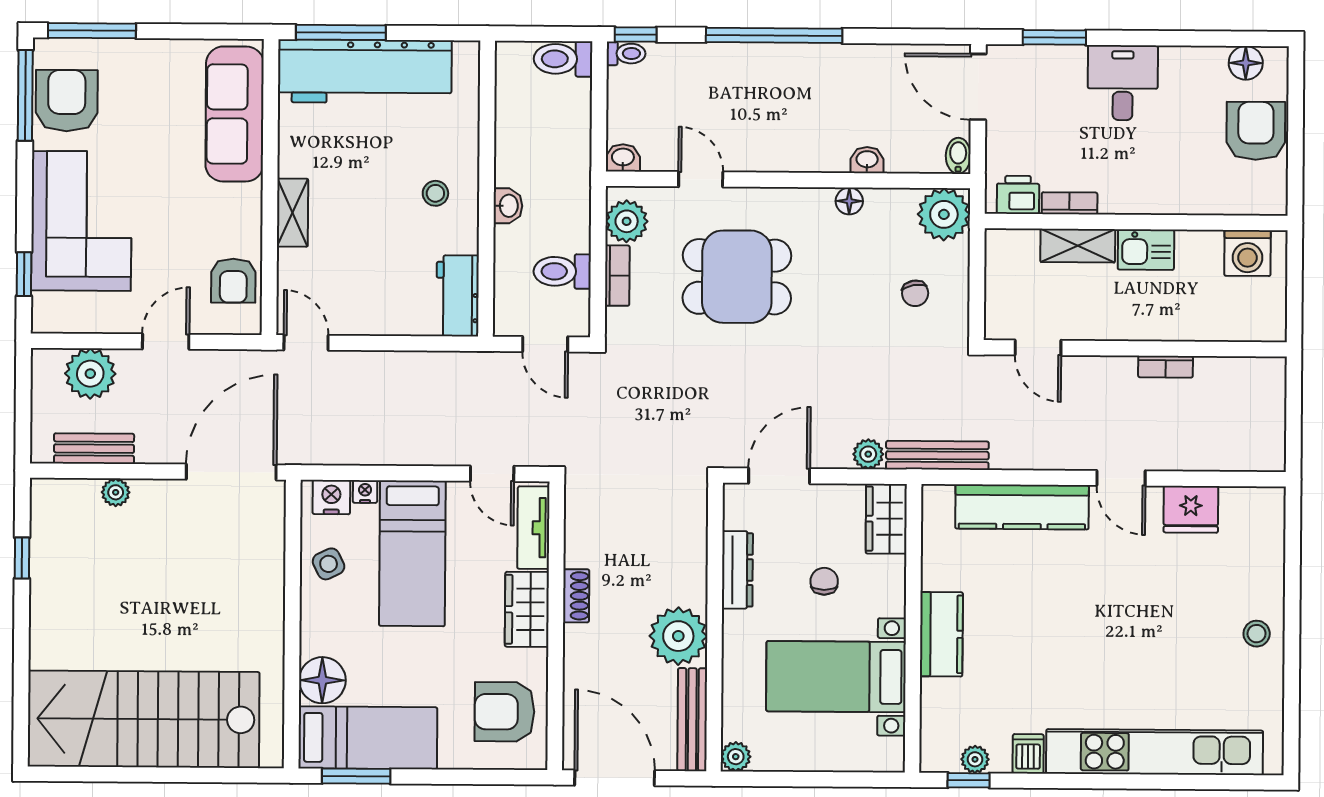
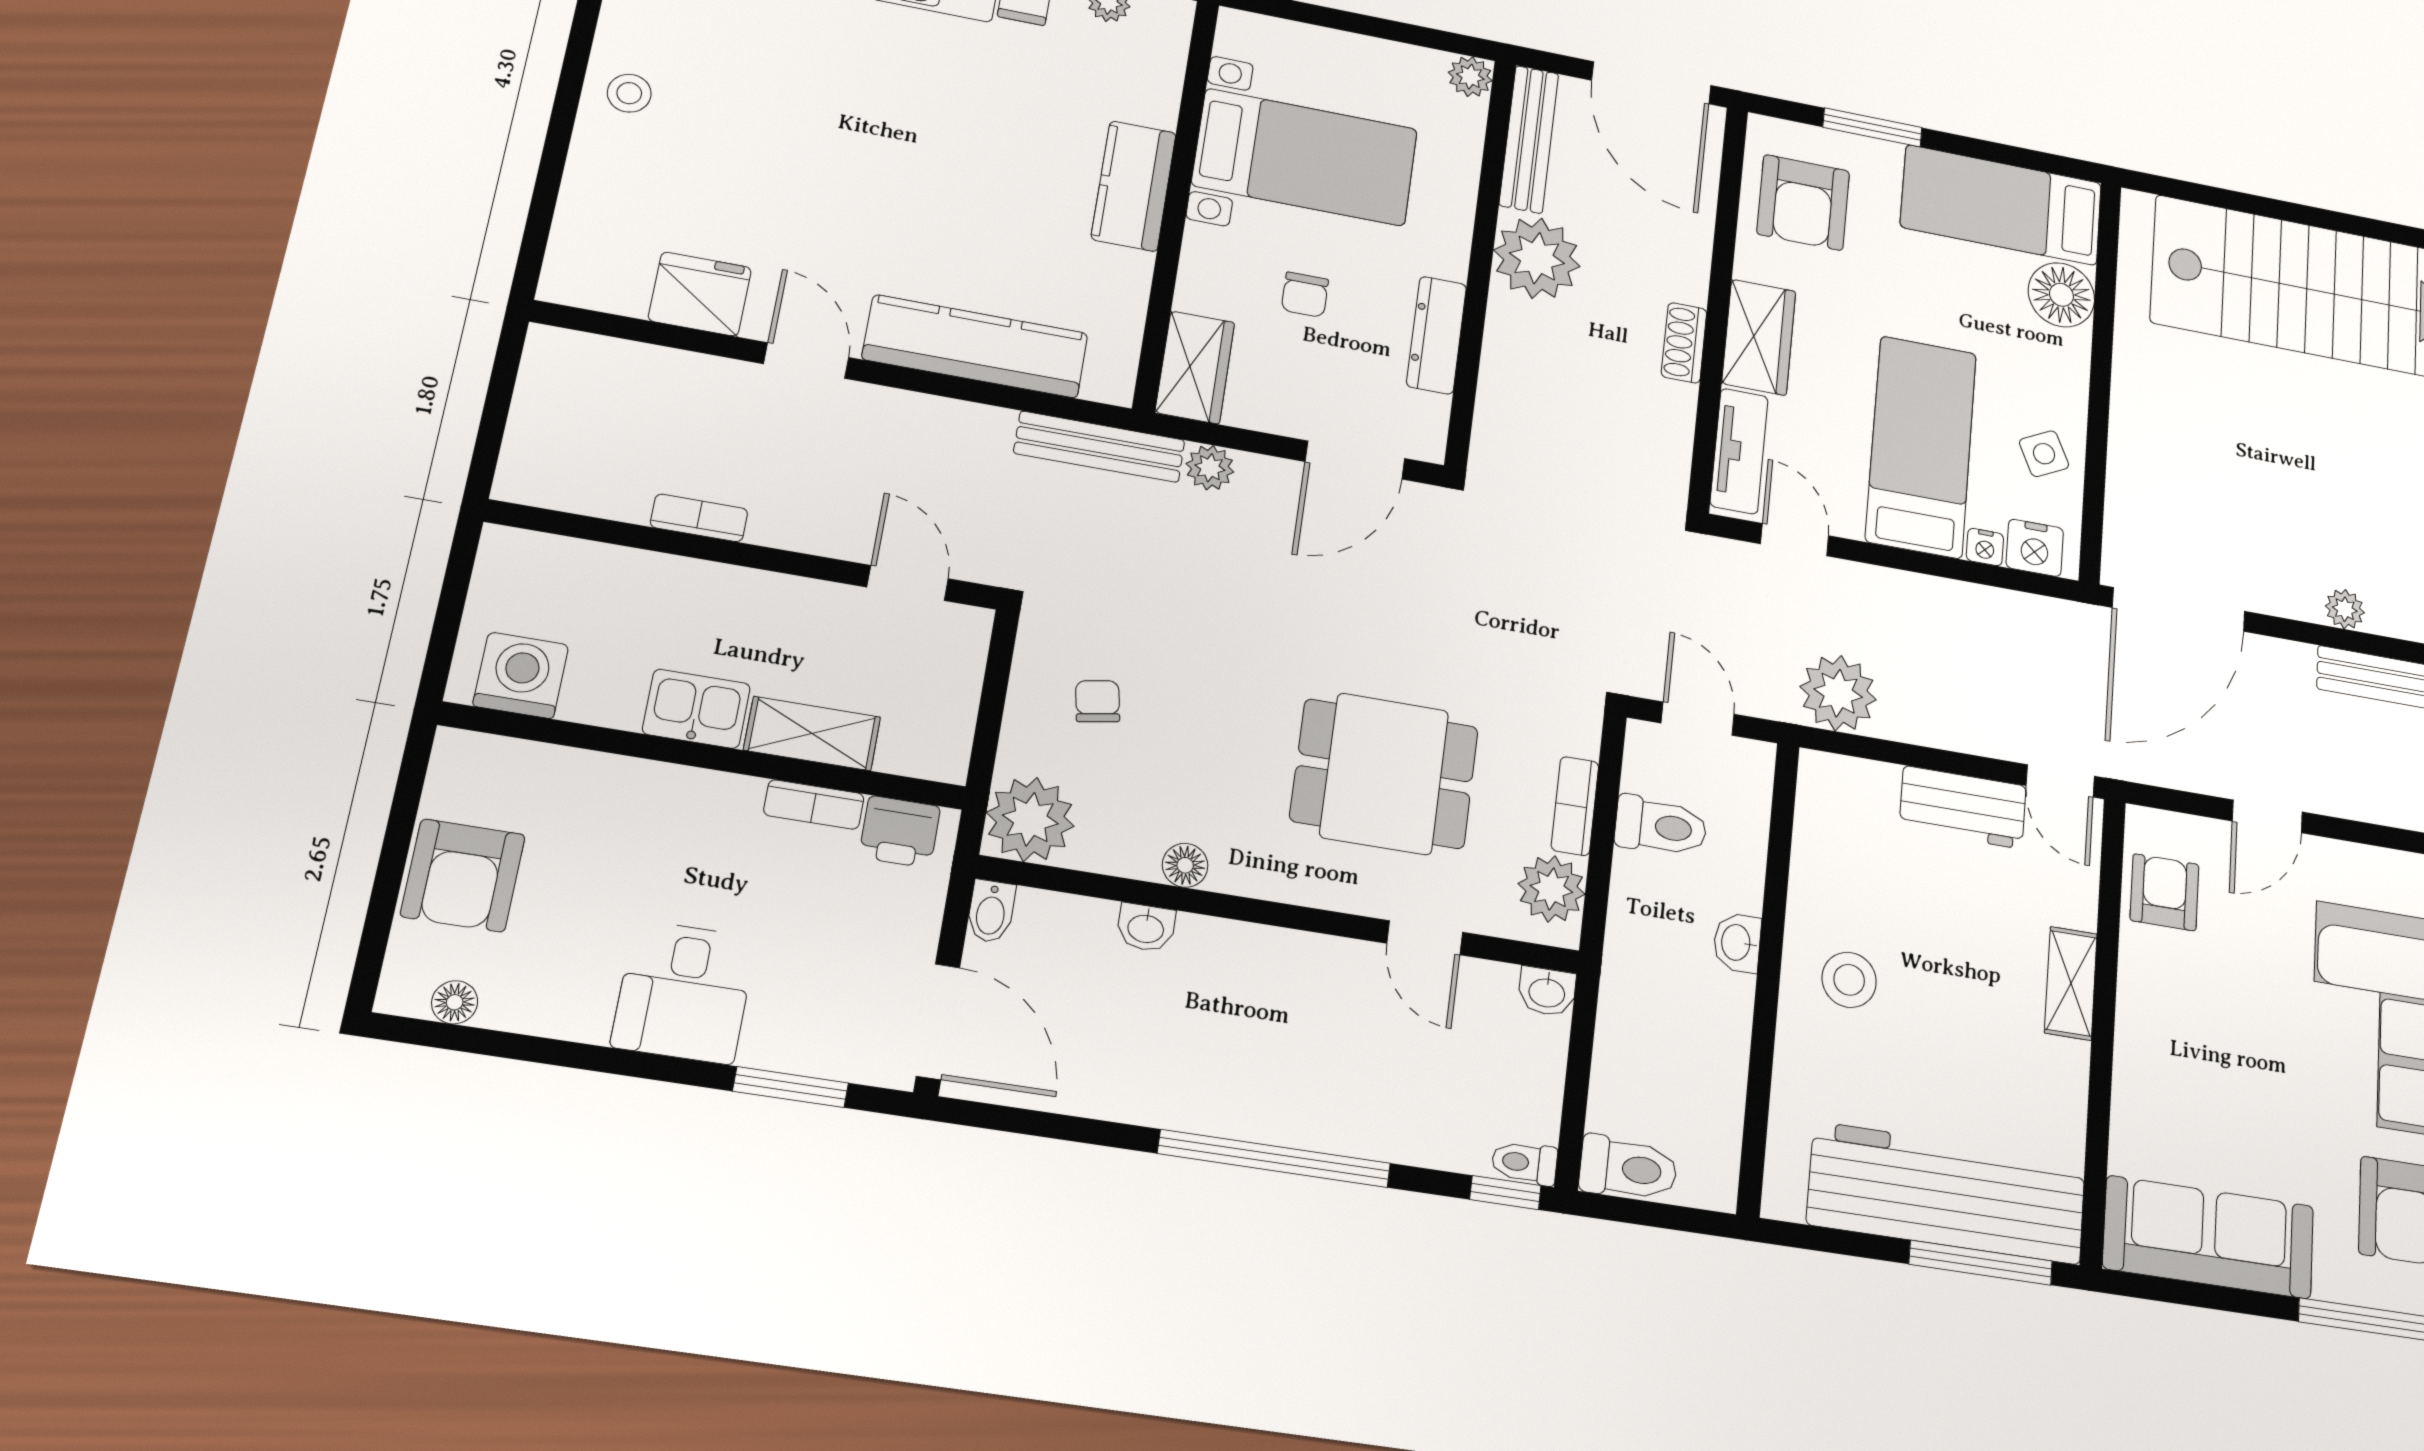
floor lamp: (1246, 63) -> (455, 1002), width x0.73, depth x0.73
sofa: (235, 114) -> (2209, 1237), moved, turned -90
stool: (435, 193) -> (1849, 980), width x1.37, depth x1.37
workbench: (458, 296) -> (1963, 807), moved, turned 90
plant: (90, 374) -> (1838, 693), moved
armchair: (505, 712) -> (1803, 202), turned 90
window: (356, 776) -> (1872, 127), moved

